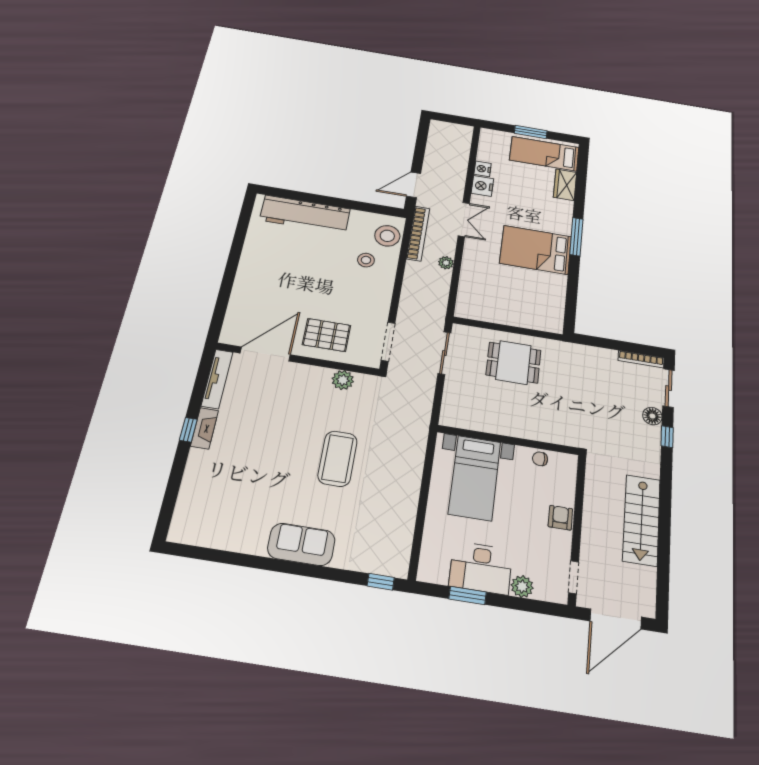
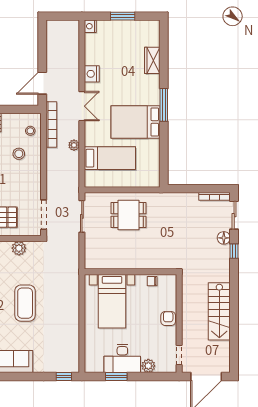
bed: (544, 154) -> (110, 158), moved, turned 180
nightstand: (483, 169) -> (90, 26), moved
stool: (387, 236) -> (30, 131), width x0.53, depth x0.53

